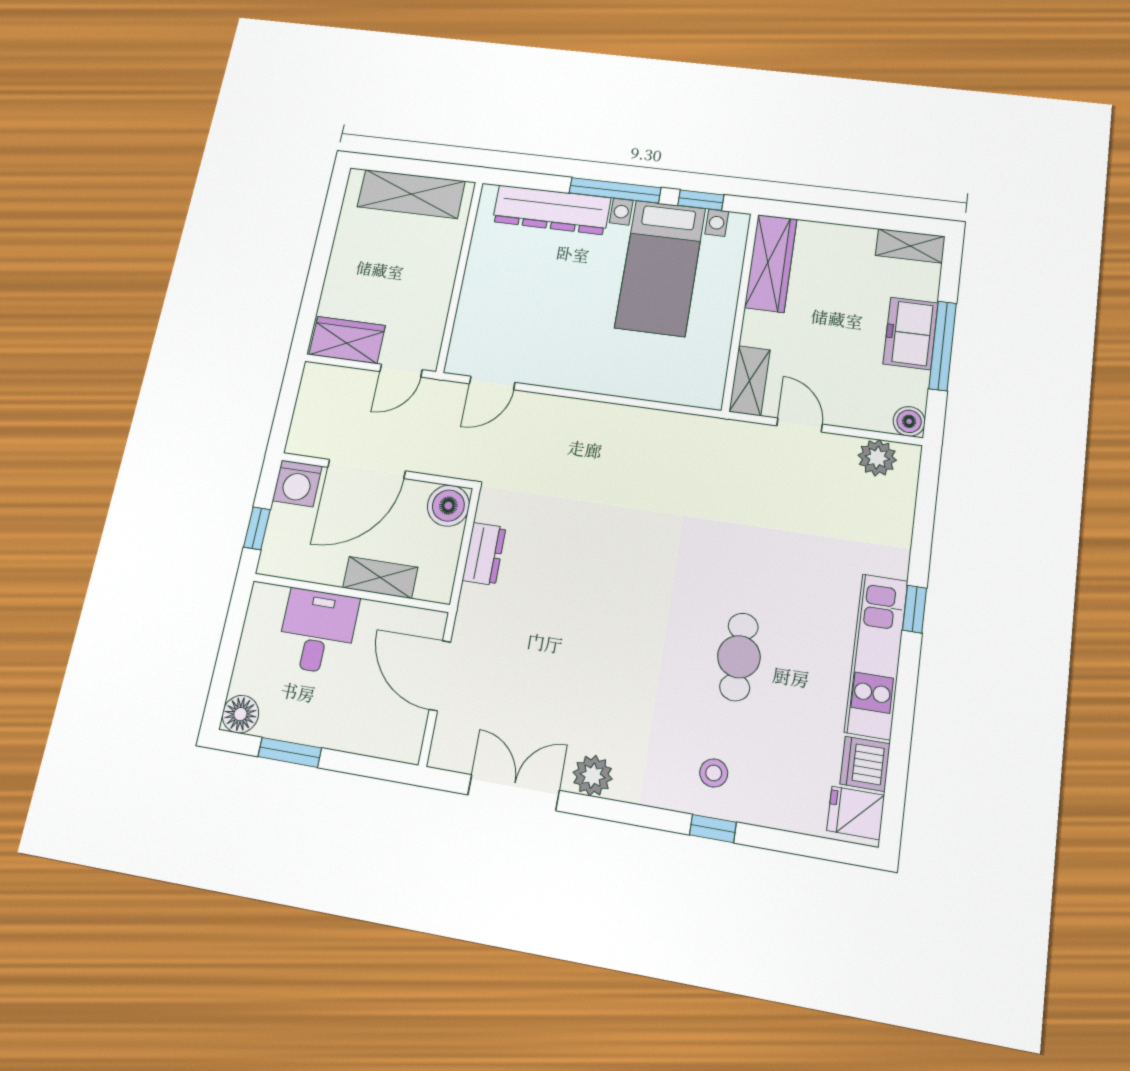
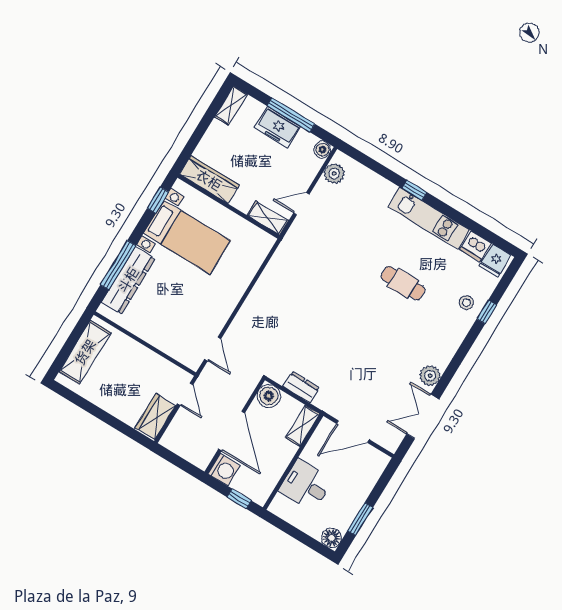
window: (615, 190) -> (118, 265), moved
shelving: (380, 578) -> (303, 426), moved
stool: (714, 773) -> (466, 303), moved
window: (713, 829) -> (487, 312), moved

